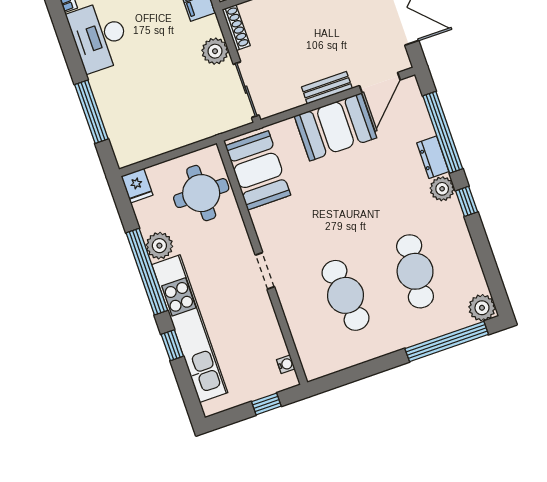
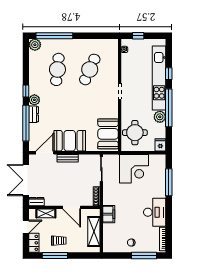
plant: (215, 51) -> (109, 190), removed
corner desk: (176, 115) -> (134, 169), added
cafe table: (346, 295) -> (90, 69), turned 30

